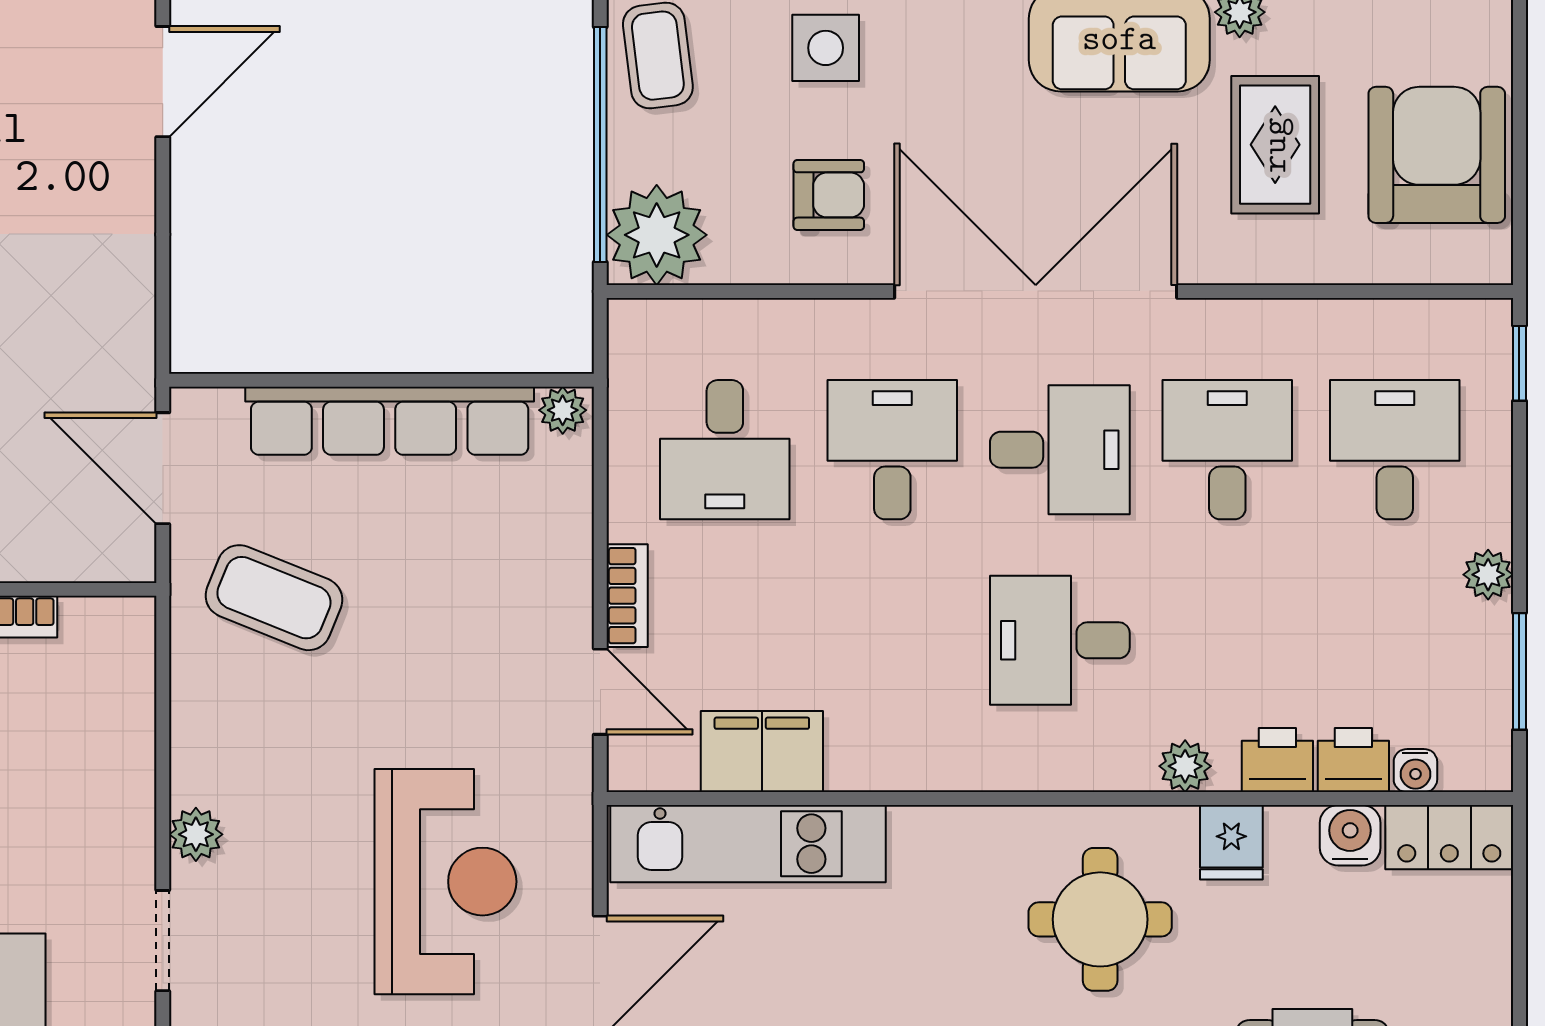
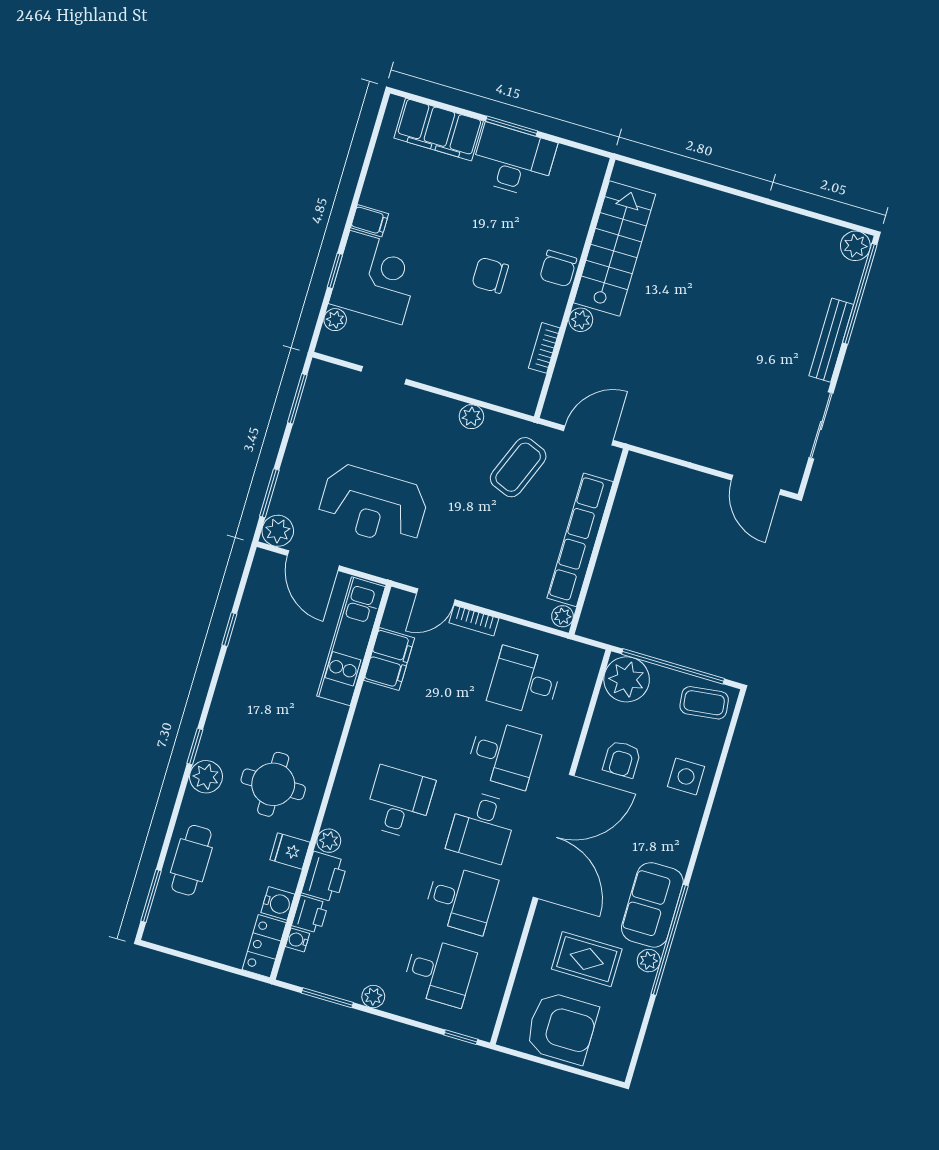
printer: (1277, 760) -> (325, 877), width x1.36, depth x1.24
plant: (196, 834) -> (471, 417), moved

